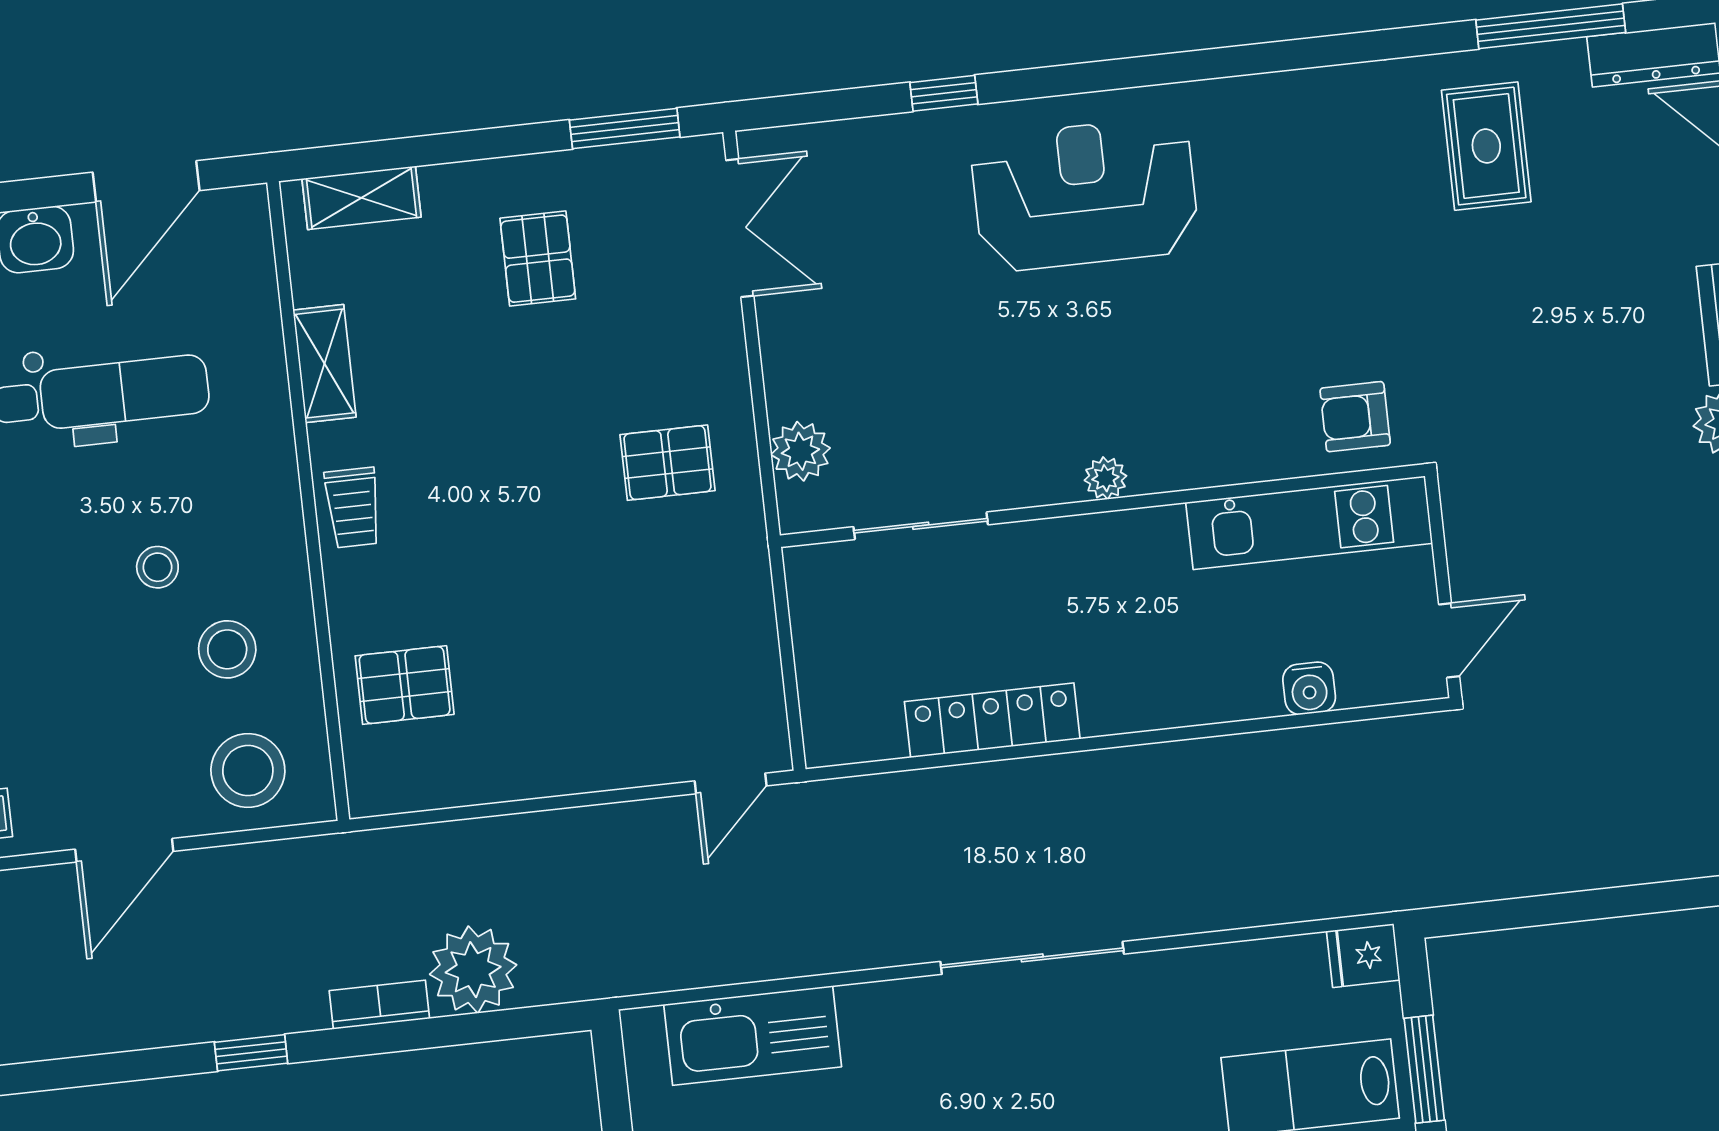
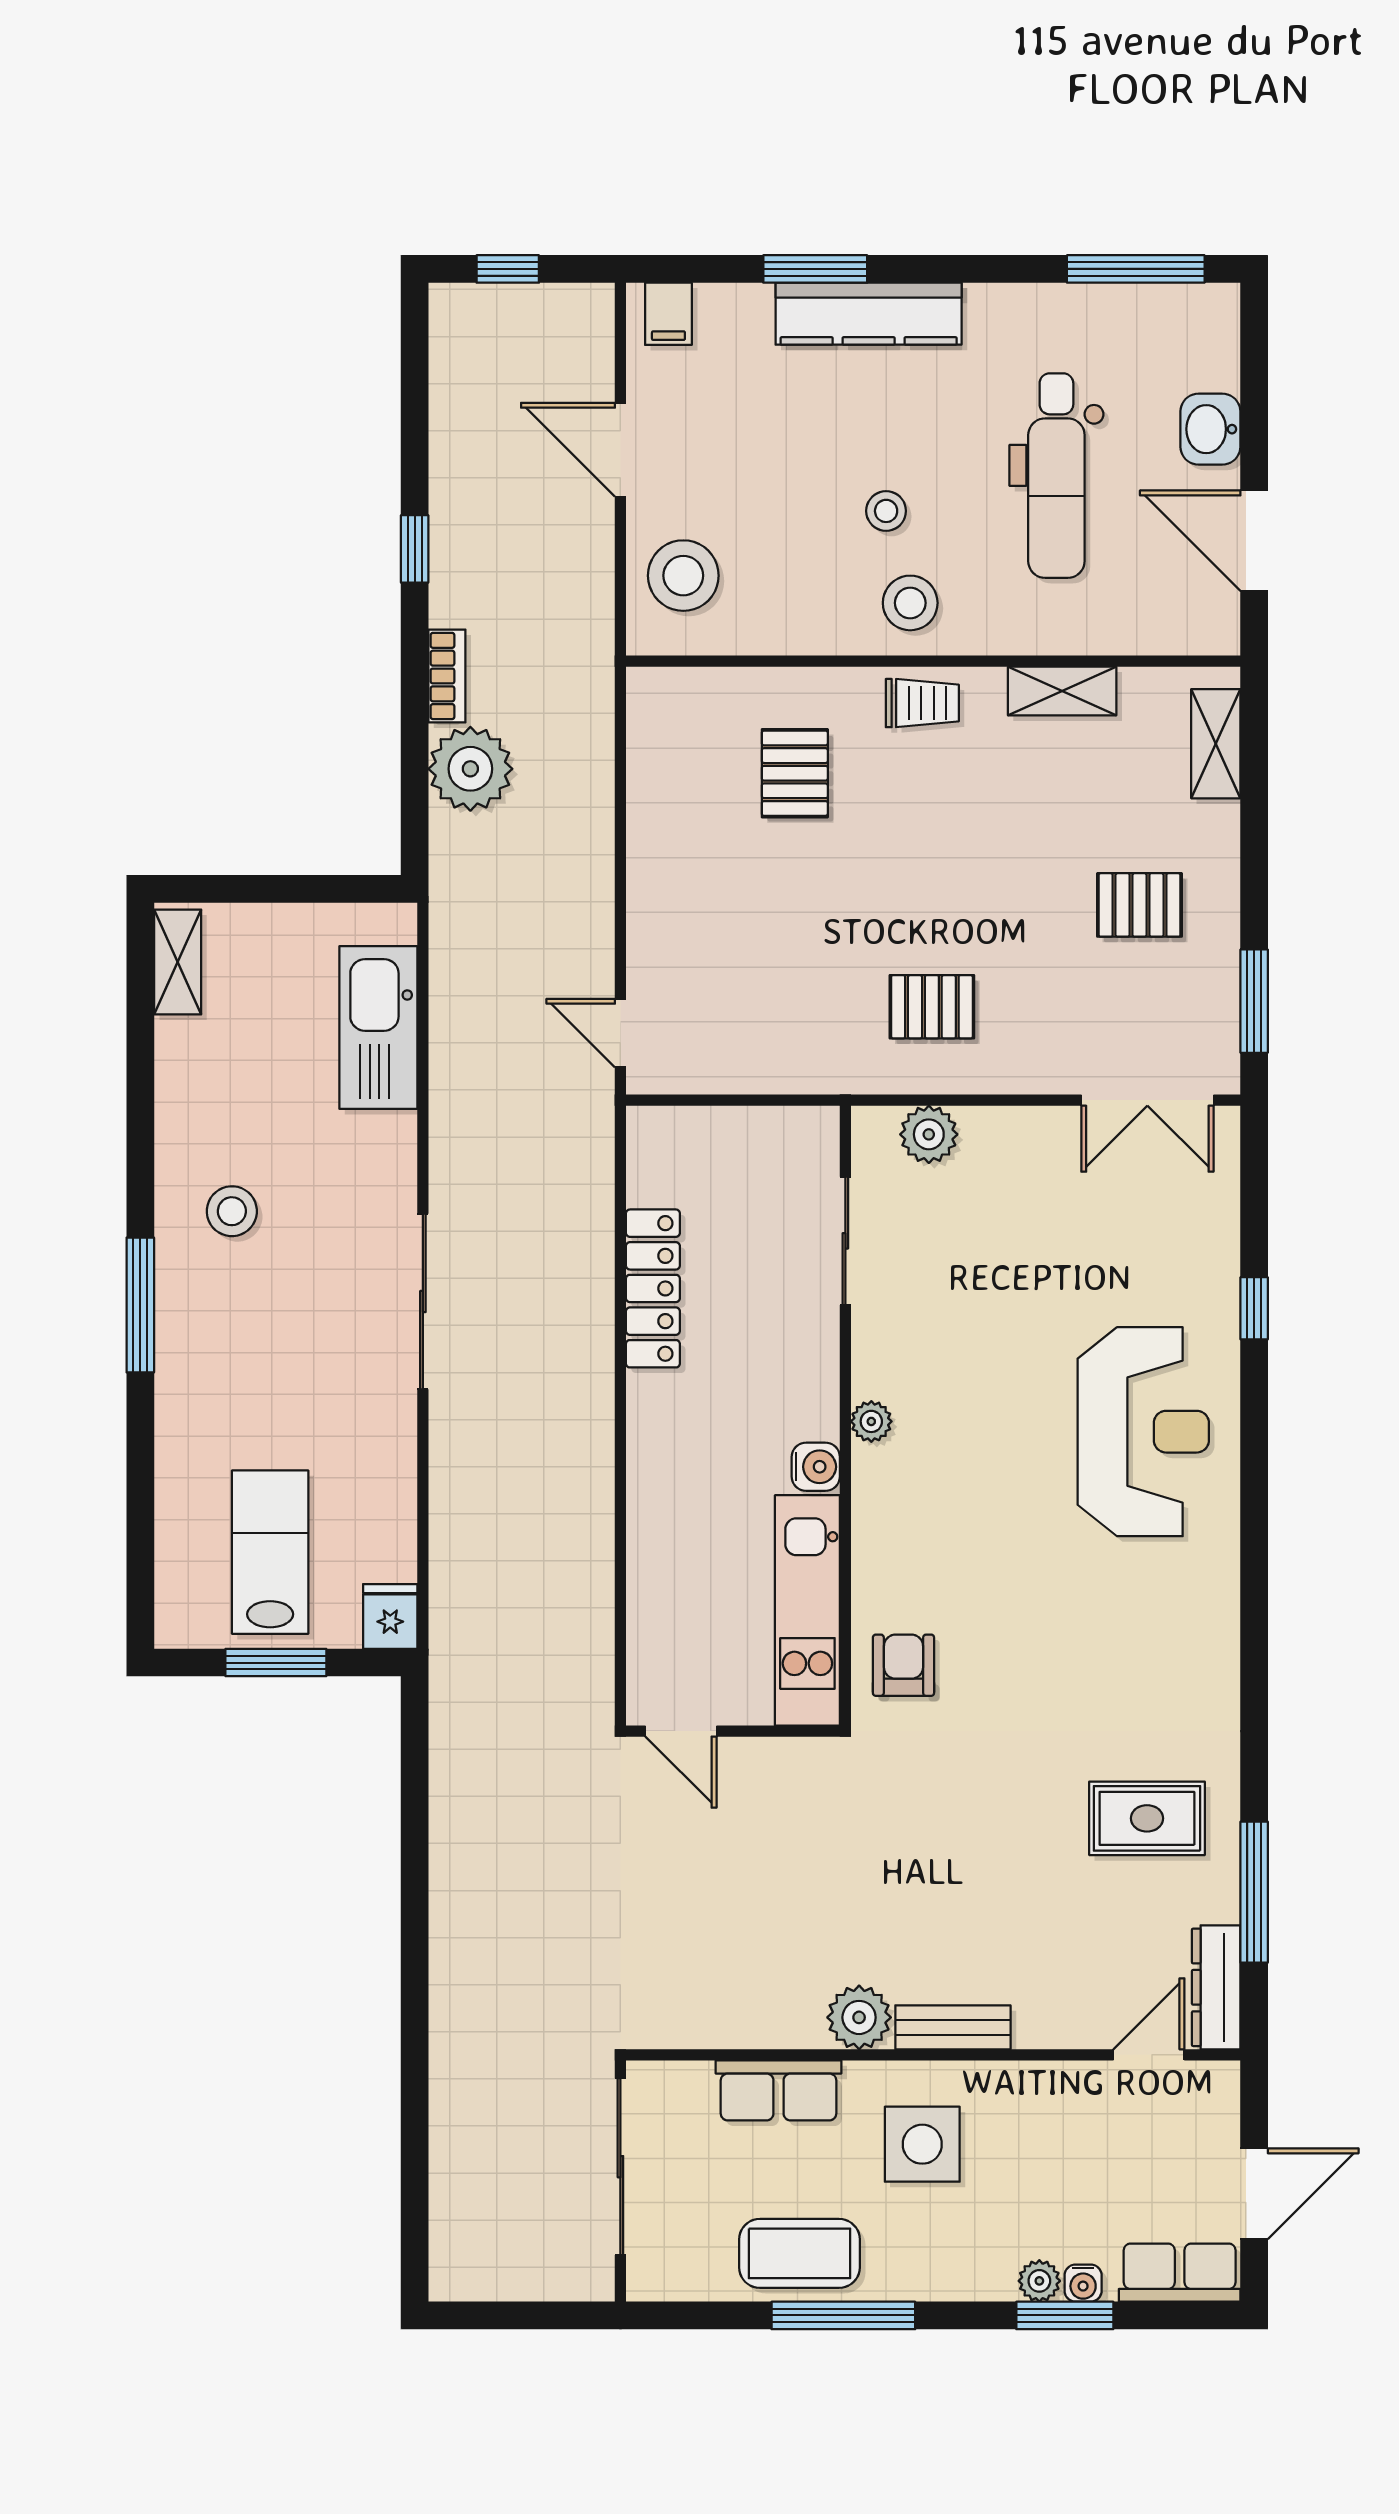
pallet: (667, 463) -> (932, 1007), turned 90
trolley: (353, 508) -> (922, 703), turned 180
stool: (227, 649) -> (910, 603), moved
pallet: (405, 685) -> (795, 773), moved
water cooler: (1309, 688) -> (816, 1467), moved, turned 180

